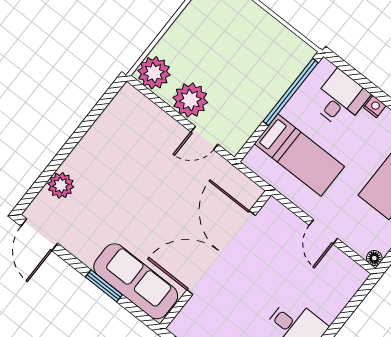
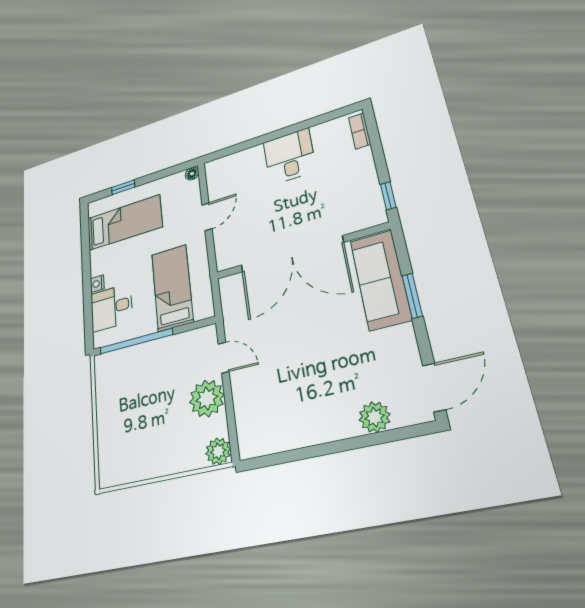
plant: (154, 73) -> (218, 451), width x0.73, depth x0.73

